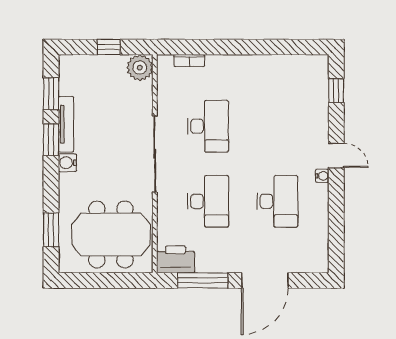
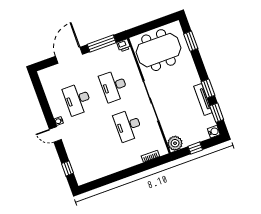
water cooler: (67, 163) -> (214, 132), moved
printer: (176, 259) -> (124, 45), width x0.53, depth x0.68

